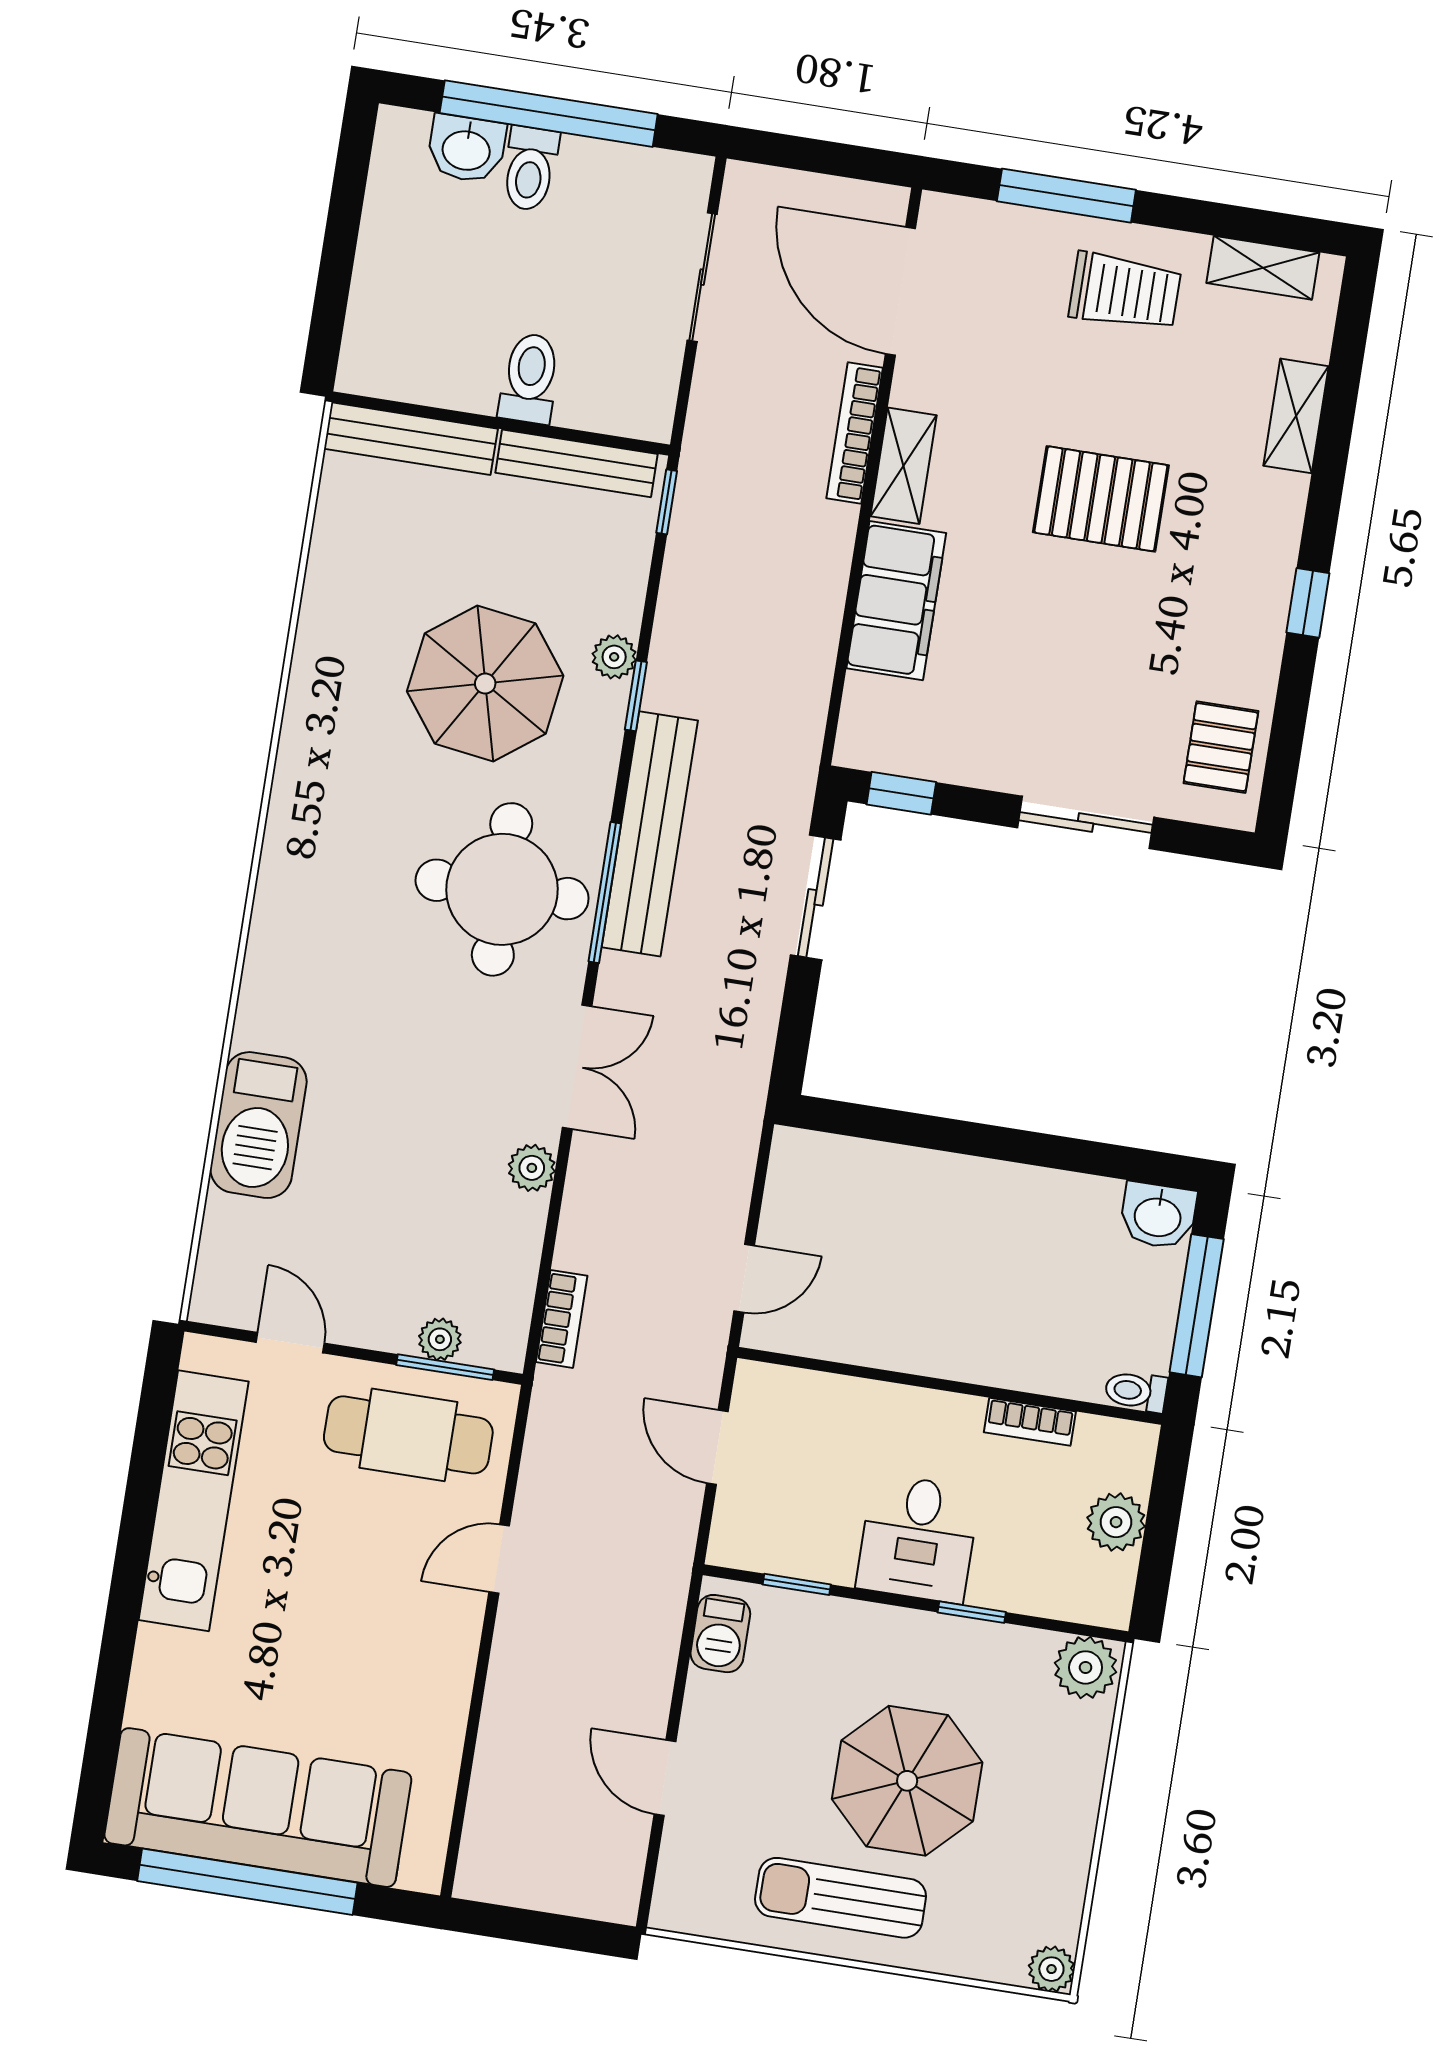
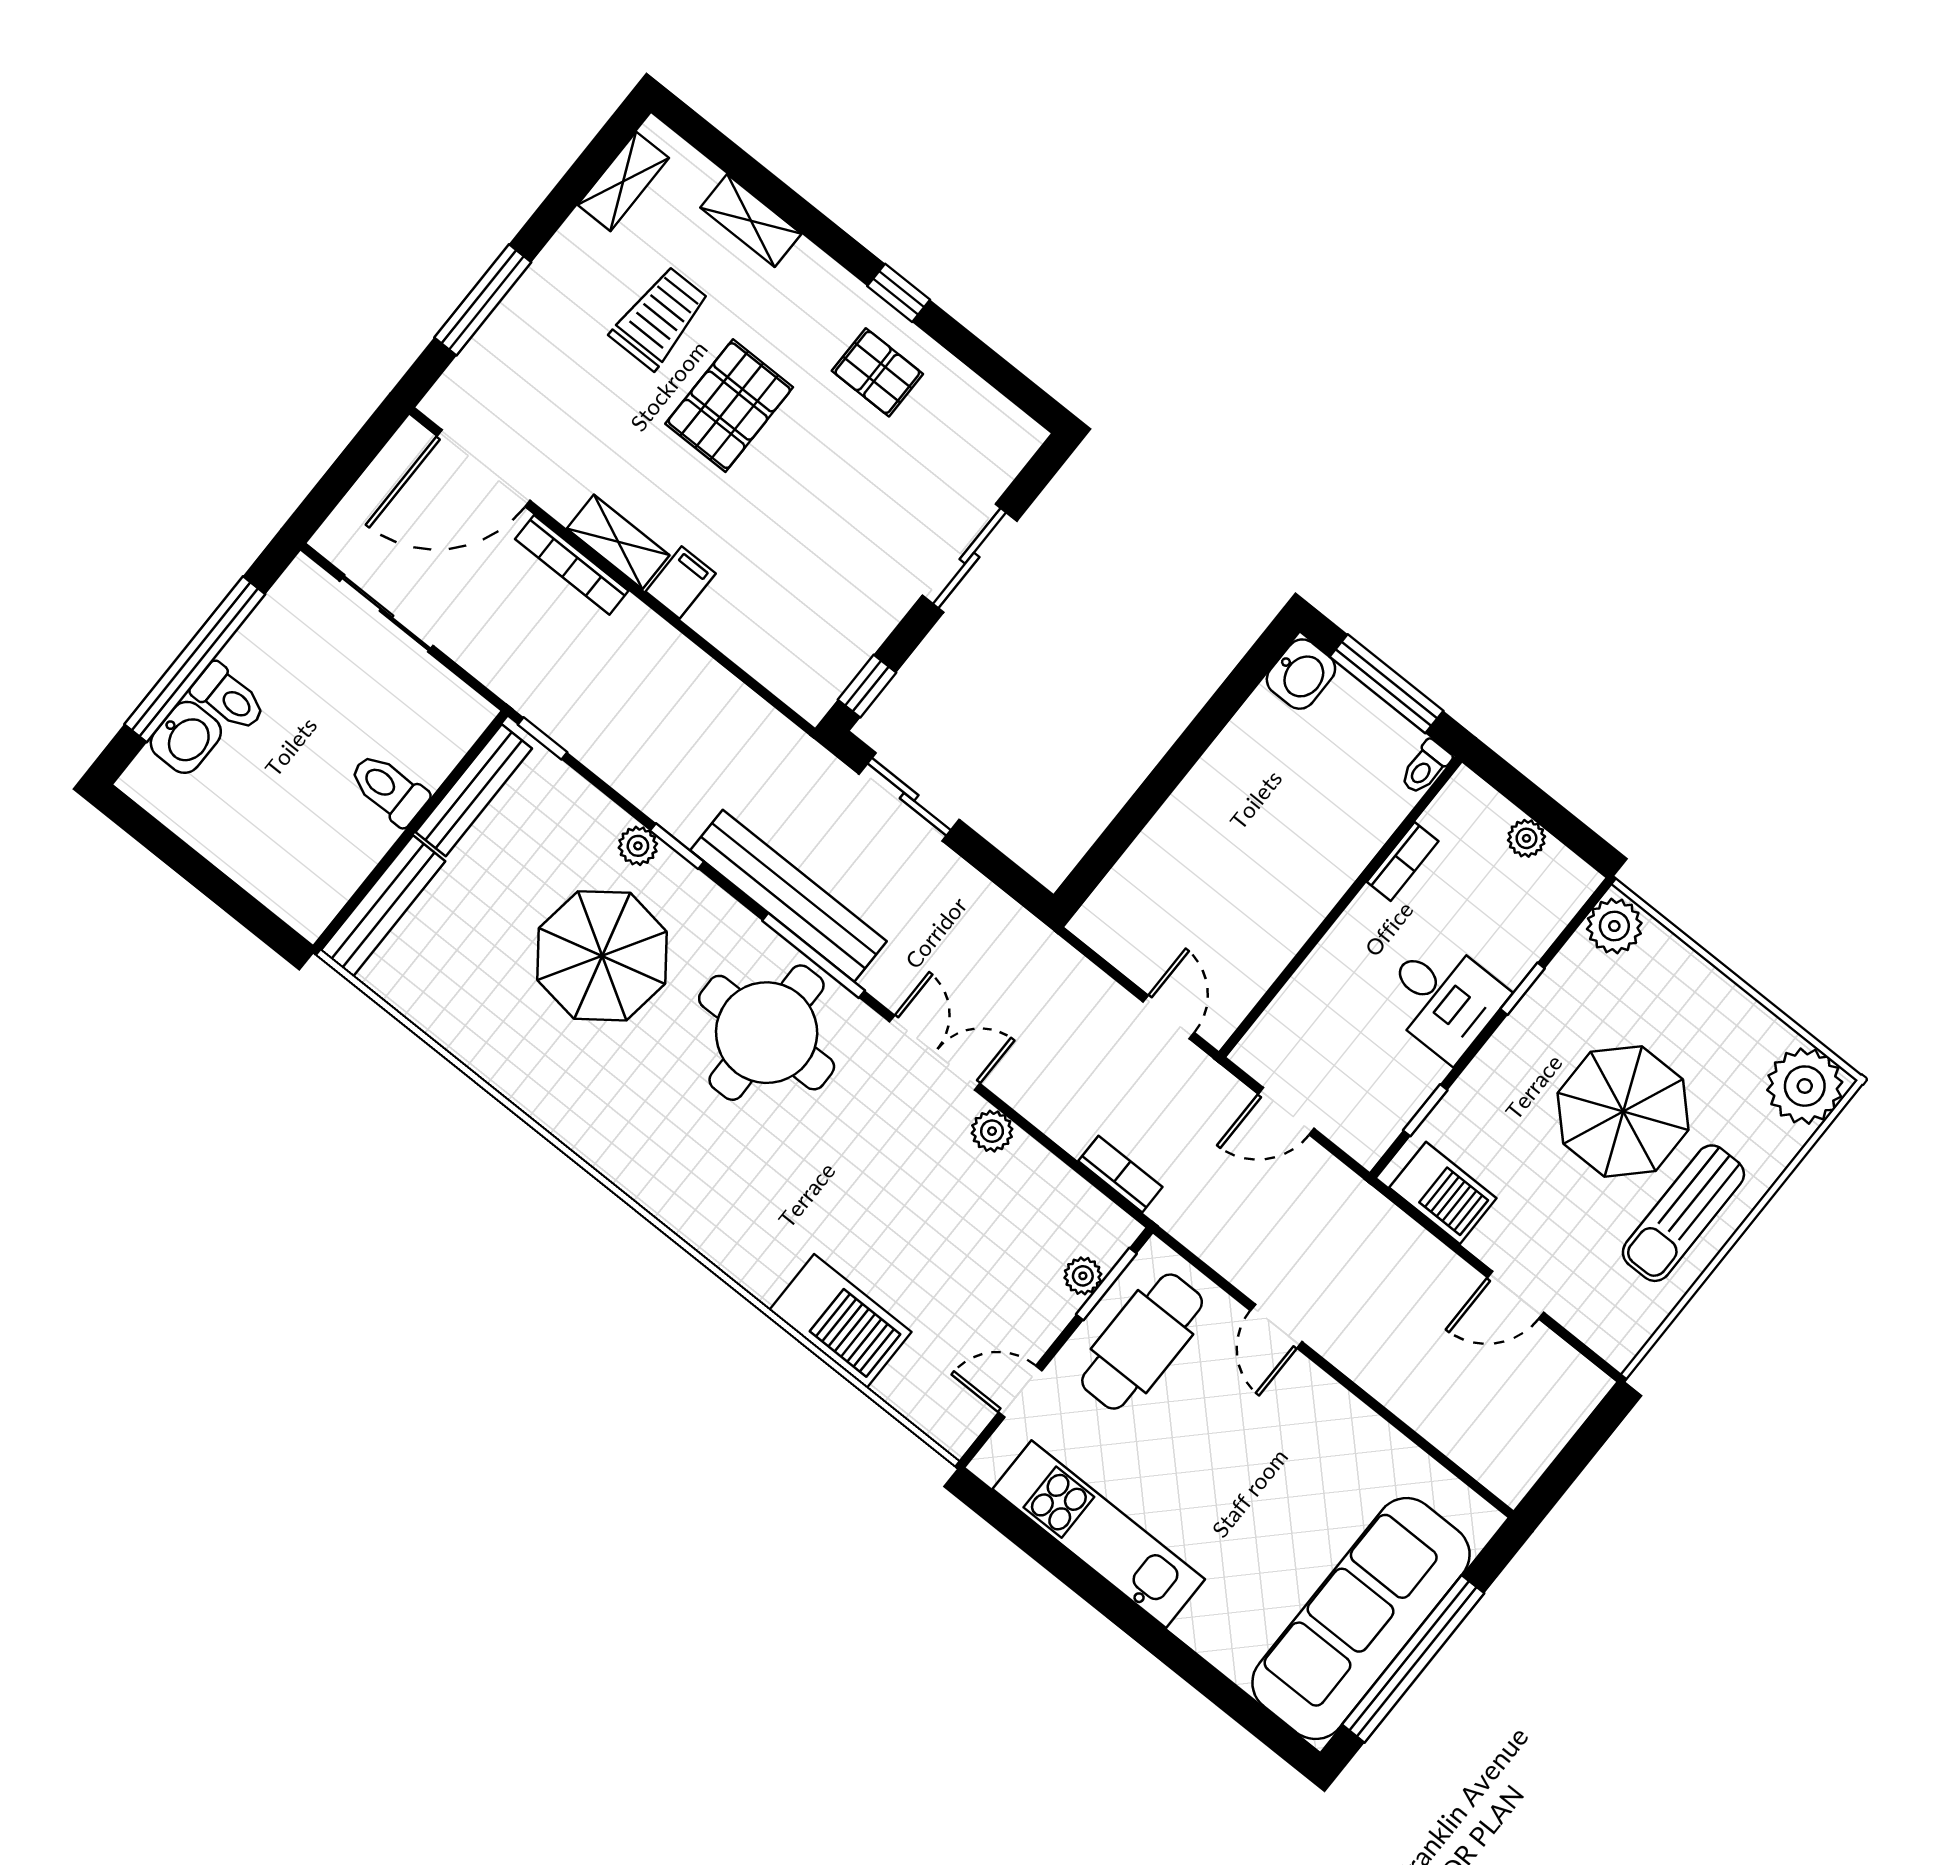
trolley: (1125, 292) -> (660, 318), moved
filing cabinet: (896, 601) -> (681, 582), width x0.33, depth x0.86
pallet: (1221, 747) -> (877, 372), moved
plant: (1116, 1522) -> (1526, 838), width x0.73, depth x0.73
barbecue: (720, 1634) -> (1443, 1193), width x1.38, depth x1.27
plant: (1051, 1969) -> (1805, 1086), width x1.88, depth x1.88

